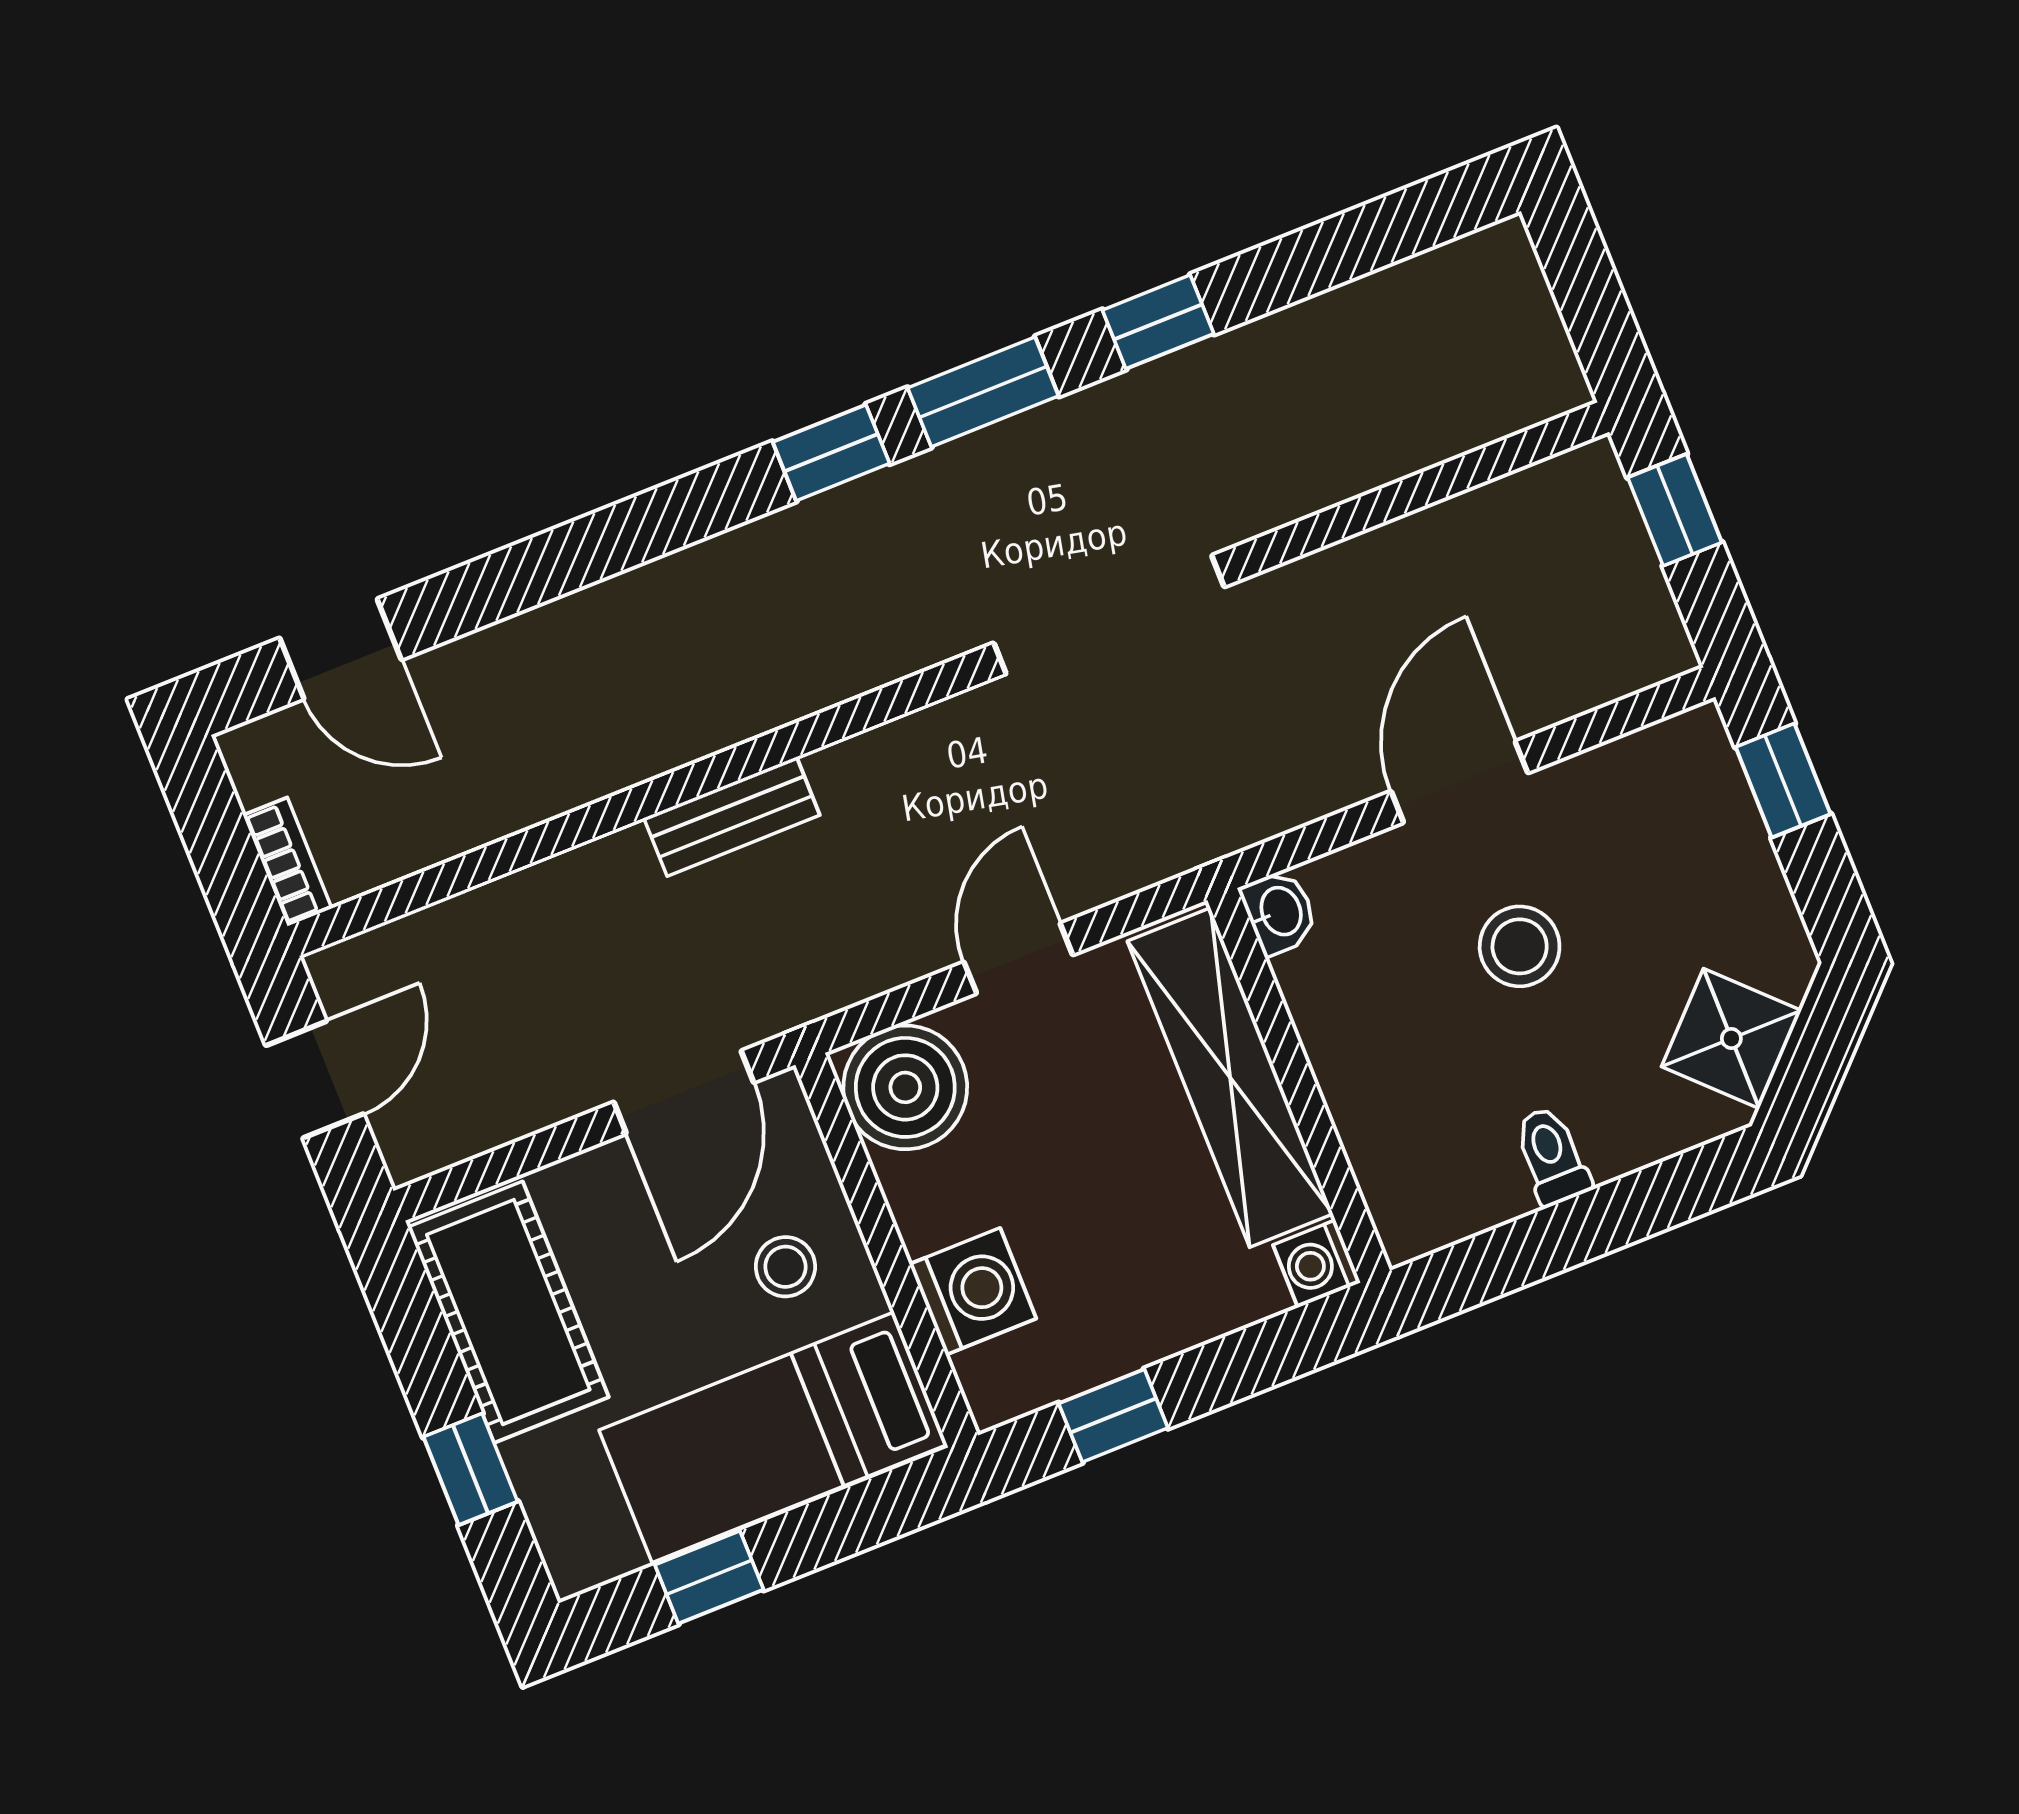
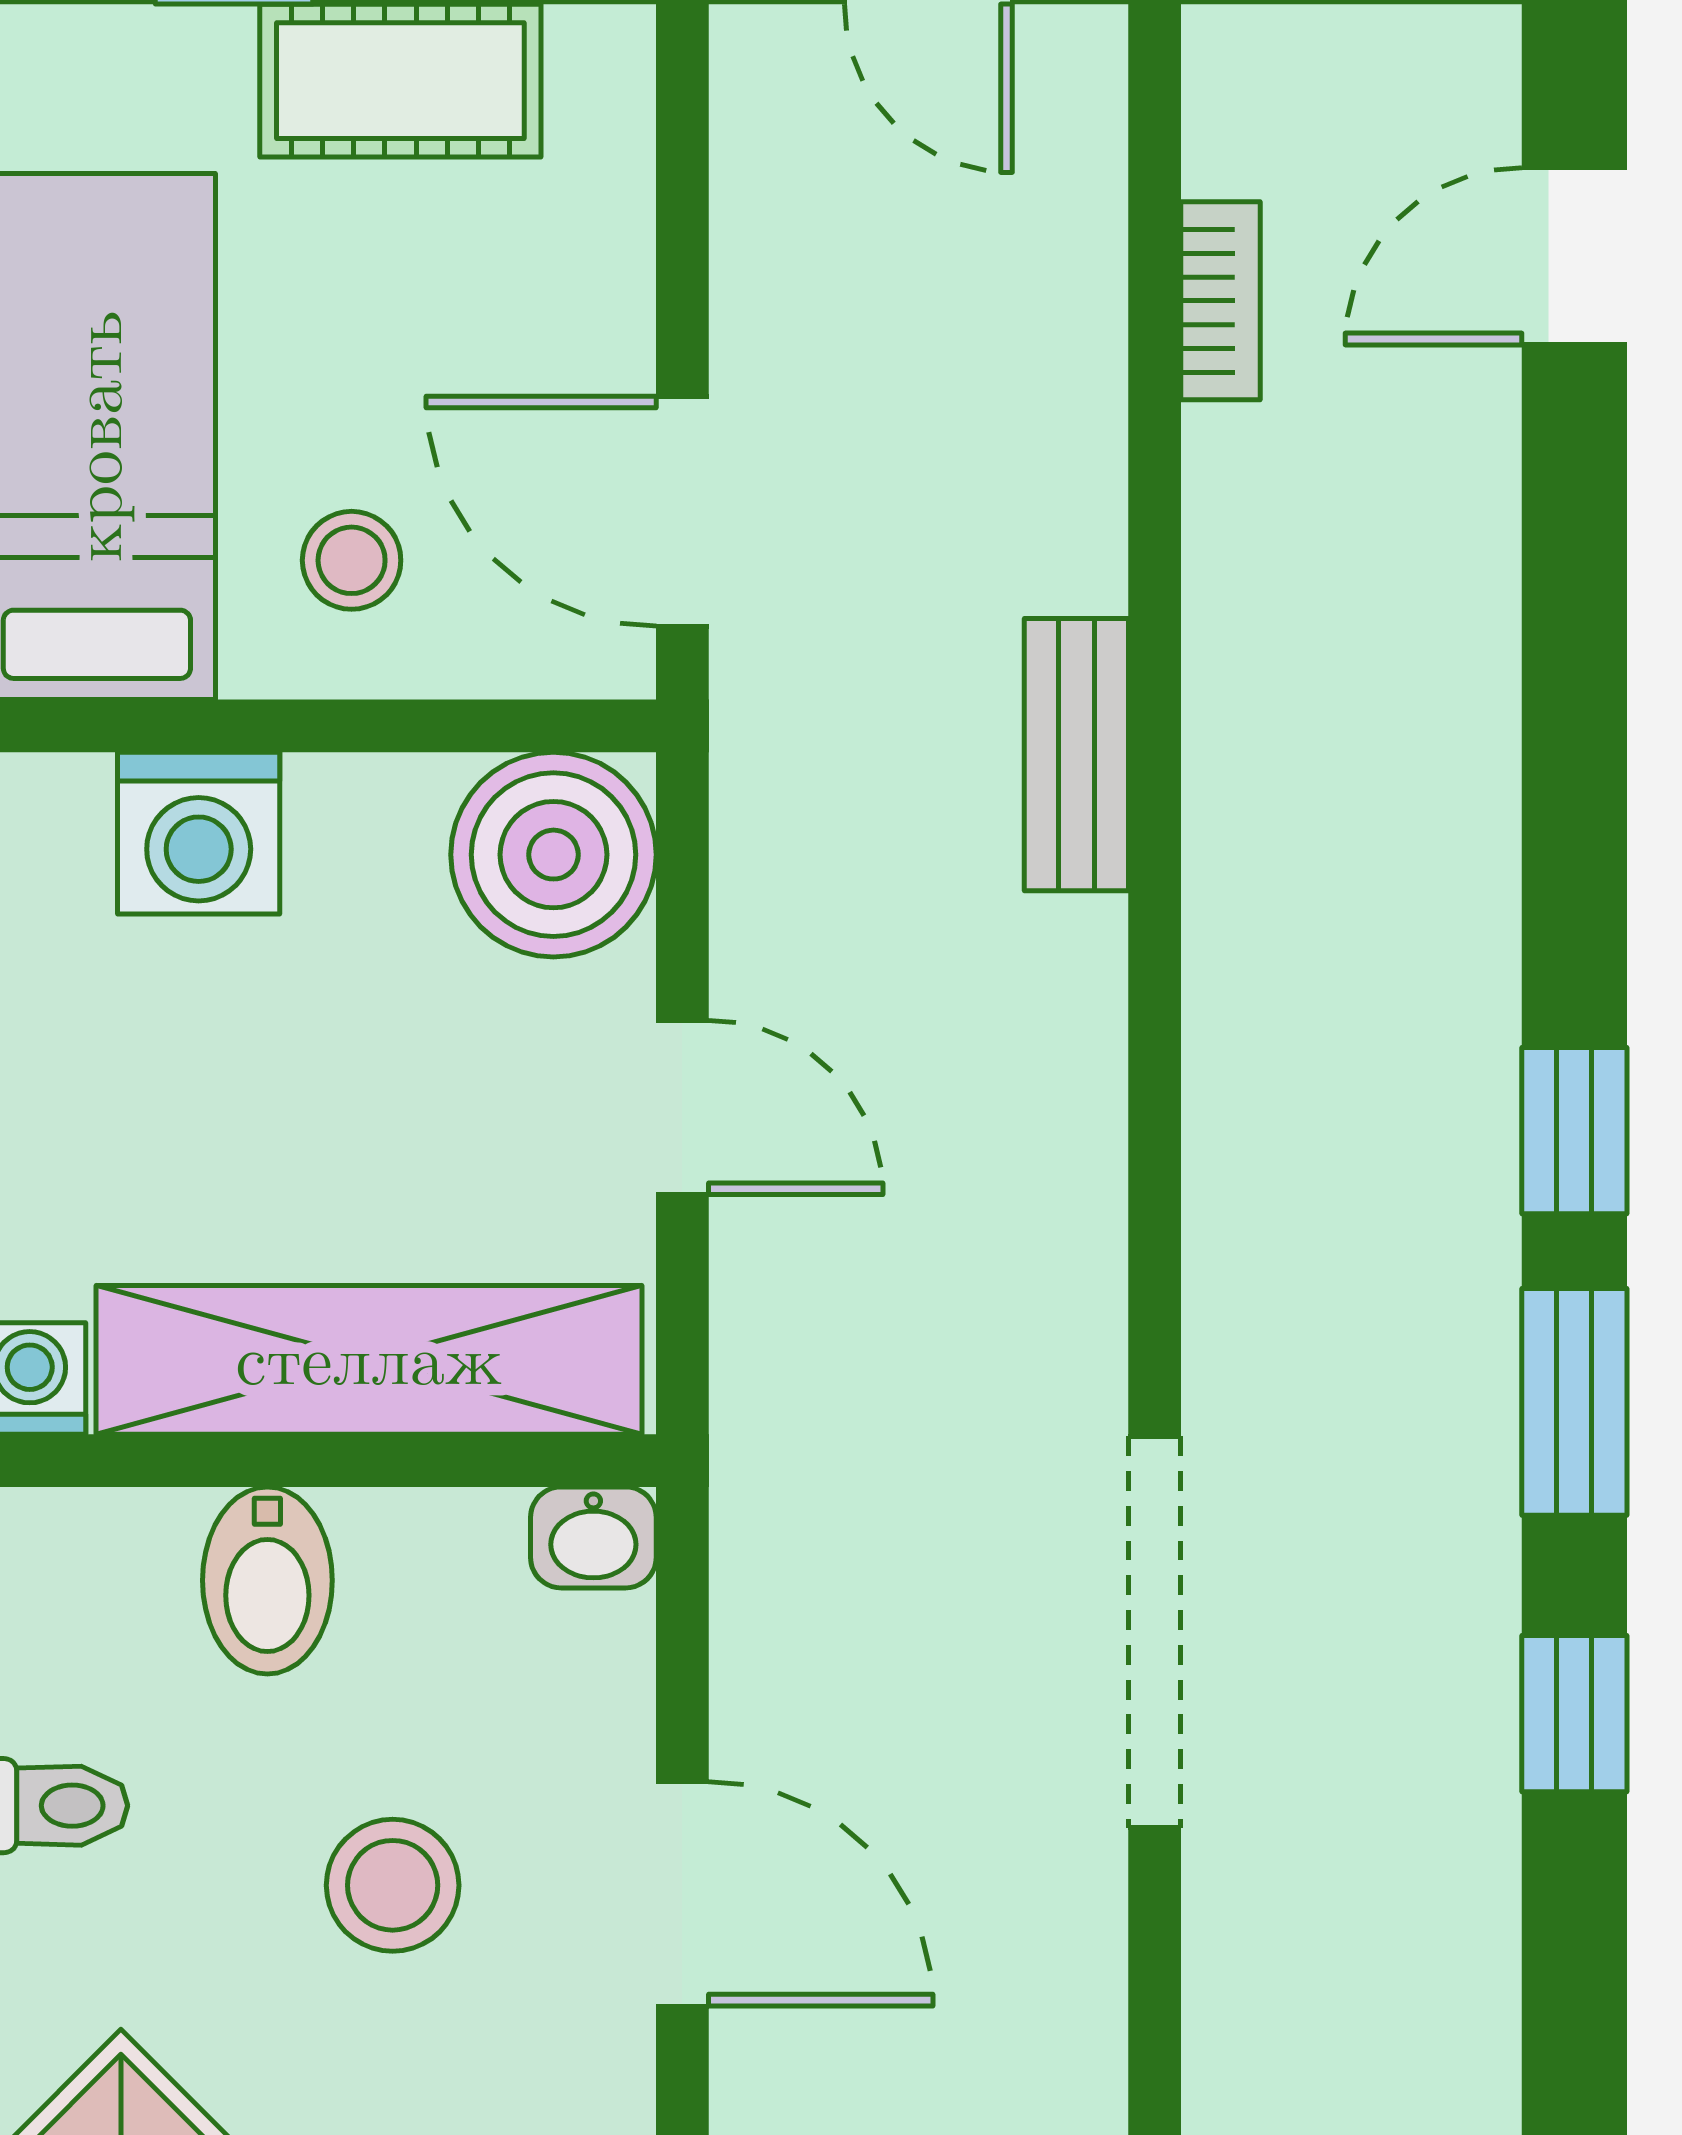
doorway: (1109, 615) -> (1155, 1632), moved
bookcase: (287, 862) -> (1220, 301), moved, turned -90
bidet: (1377, 1085) -> (267, 1580), added
cot: (508, 1312) -> (400, 81), width x0.73, depth x0.75

